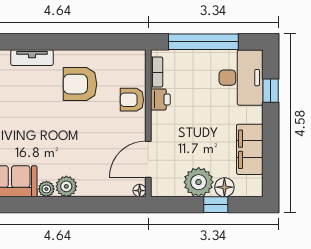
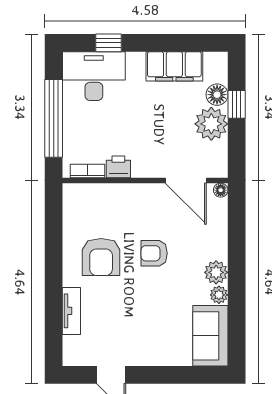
armchair: (132, 100) -> (154, 253), moved, turned 90

